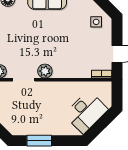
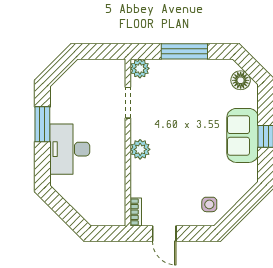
plant: (45, 71) -> (140, 149), moved
desk: (86, 112) -> (70, 149), moved, turned 45

